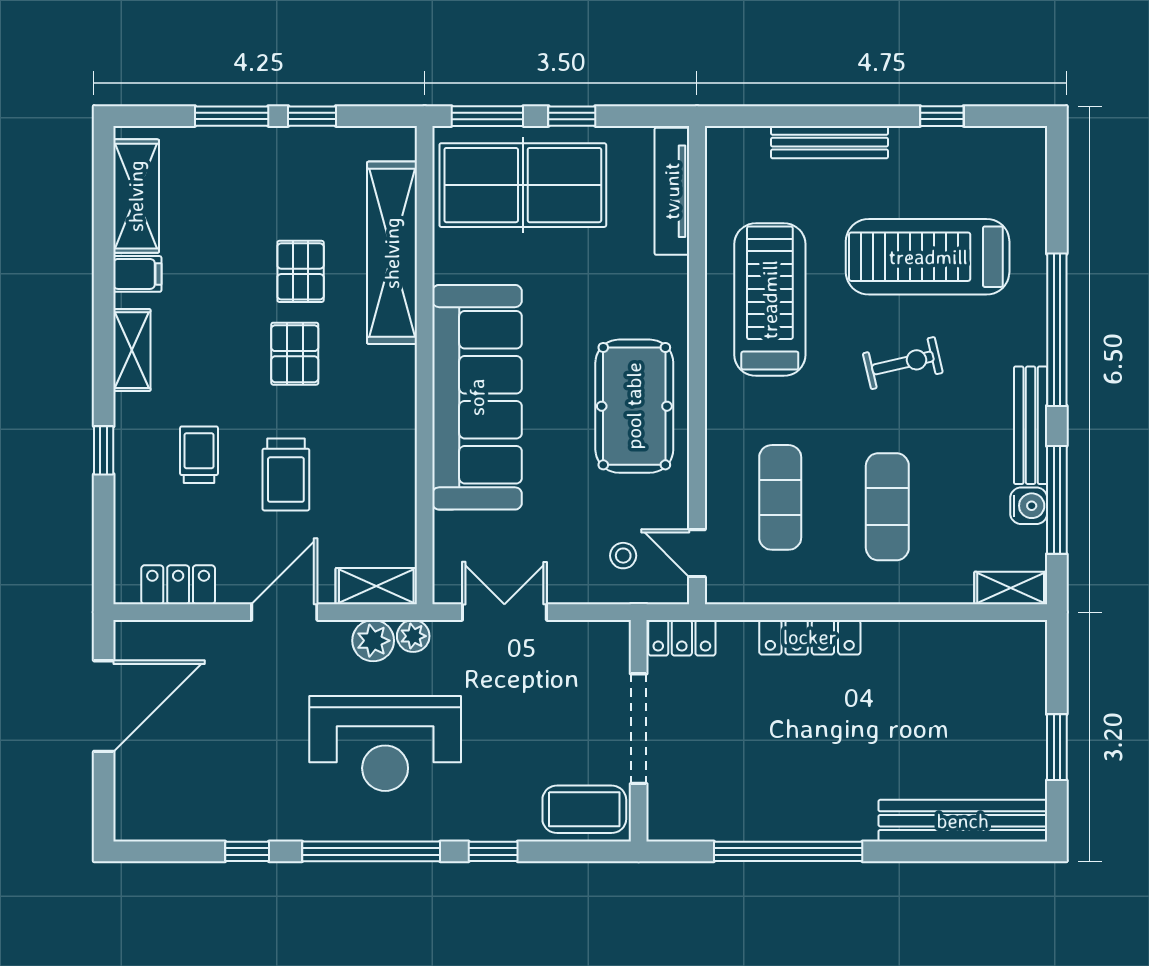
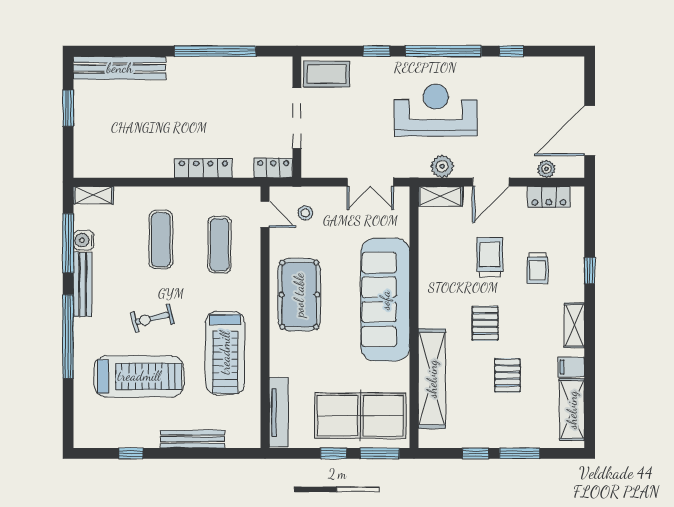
pallet: (301, 271) -> (507, 375), moved
plant: (413, 636) -> (546, 169), moved

